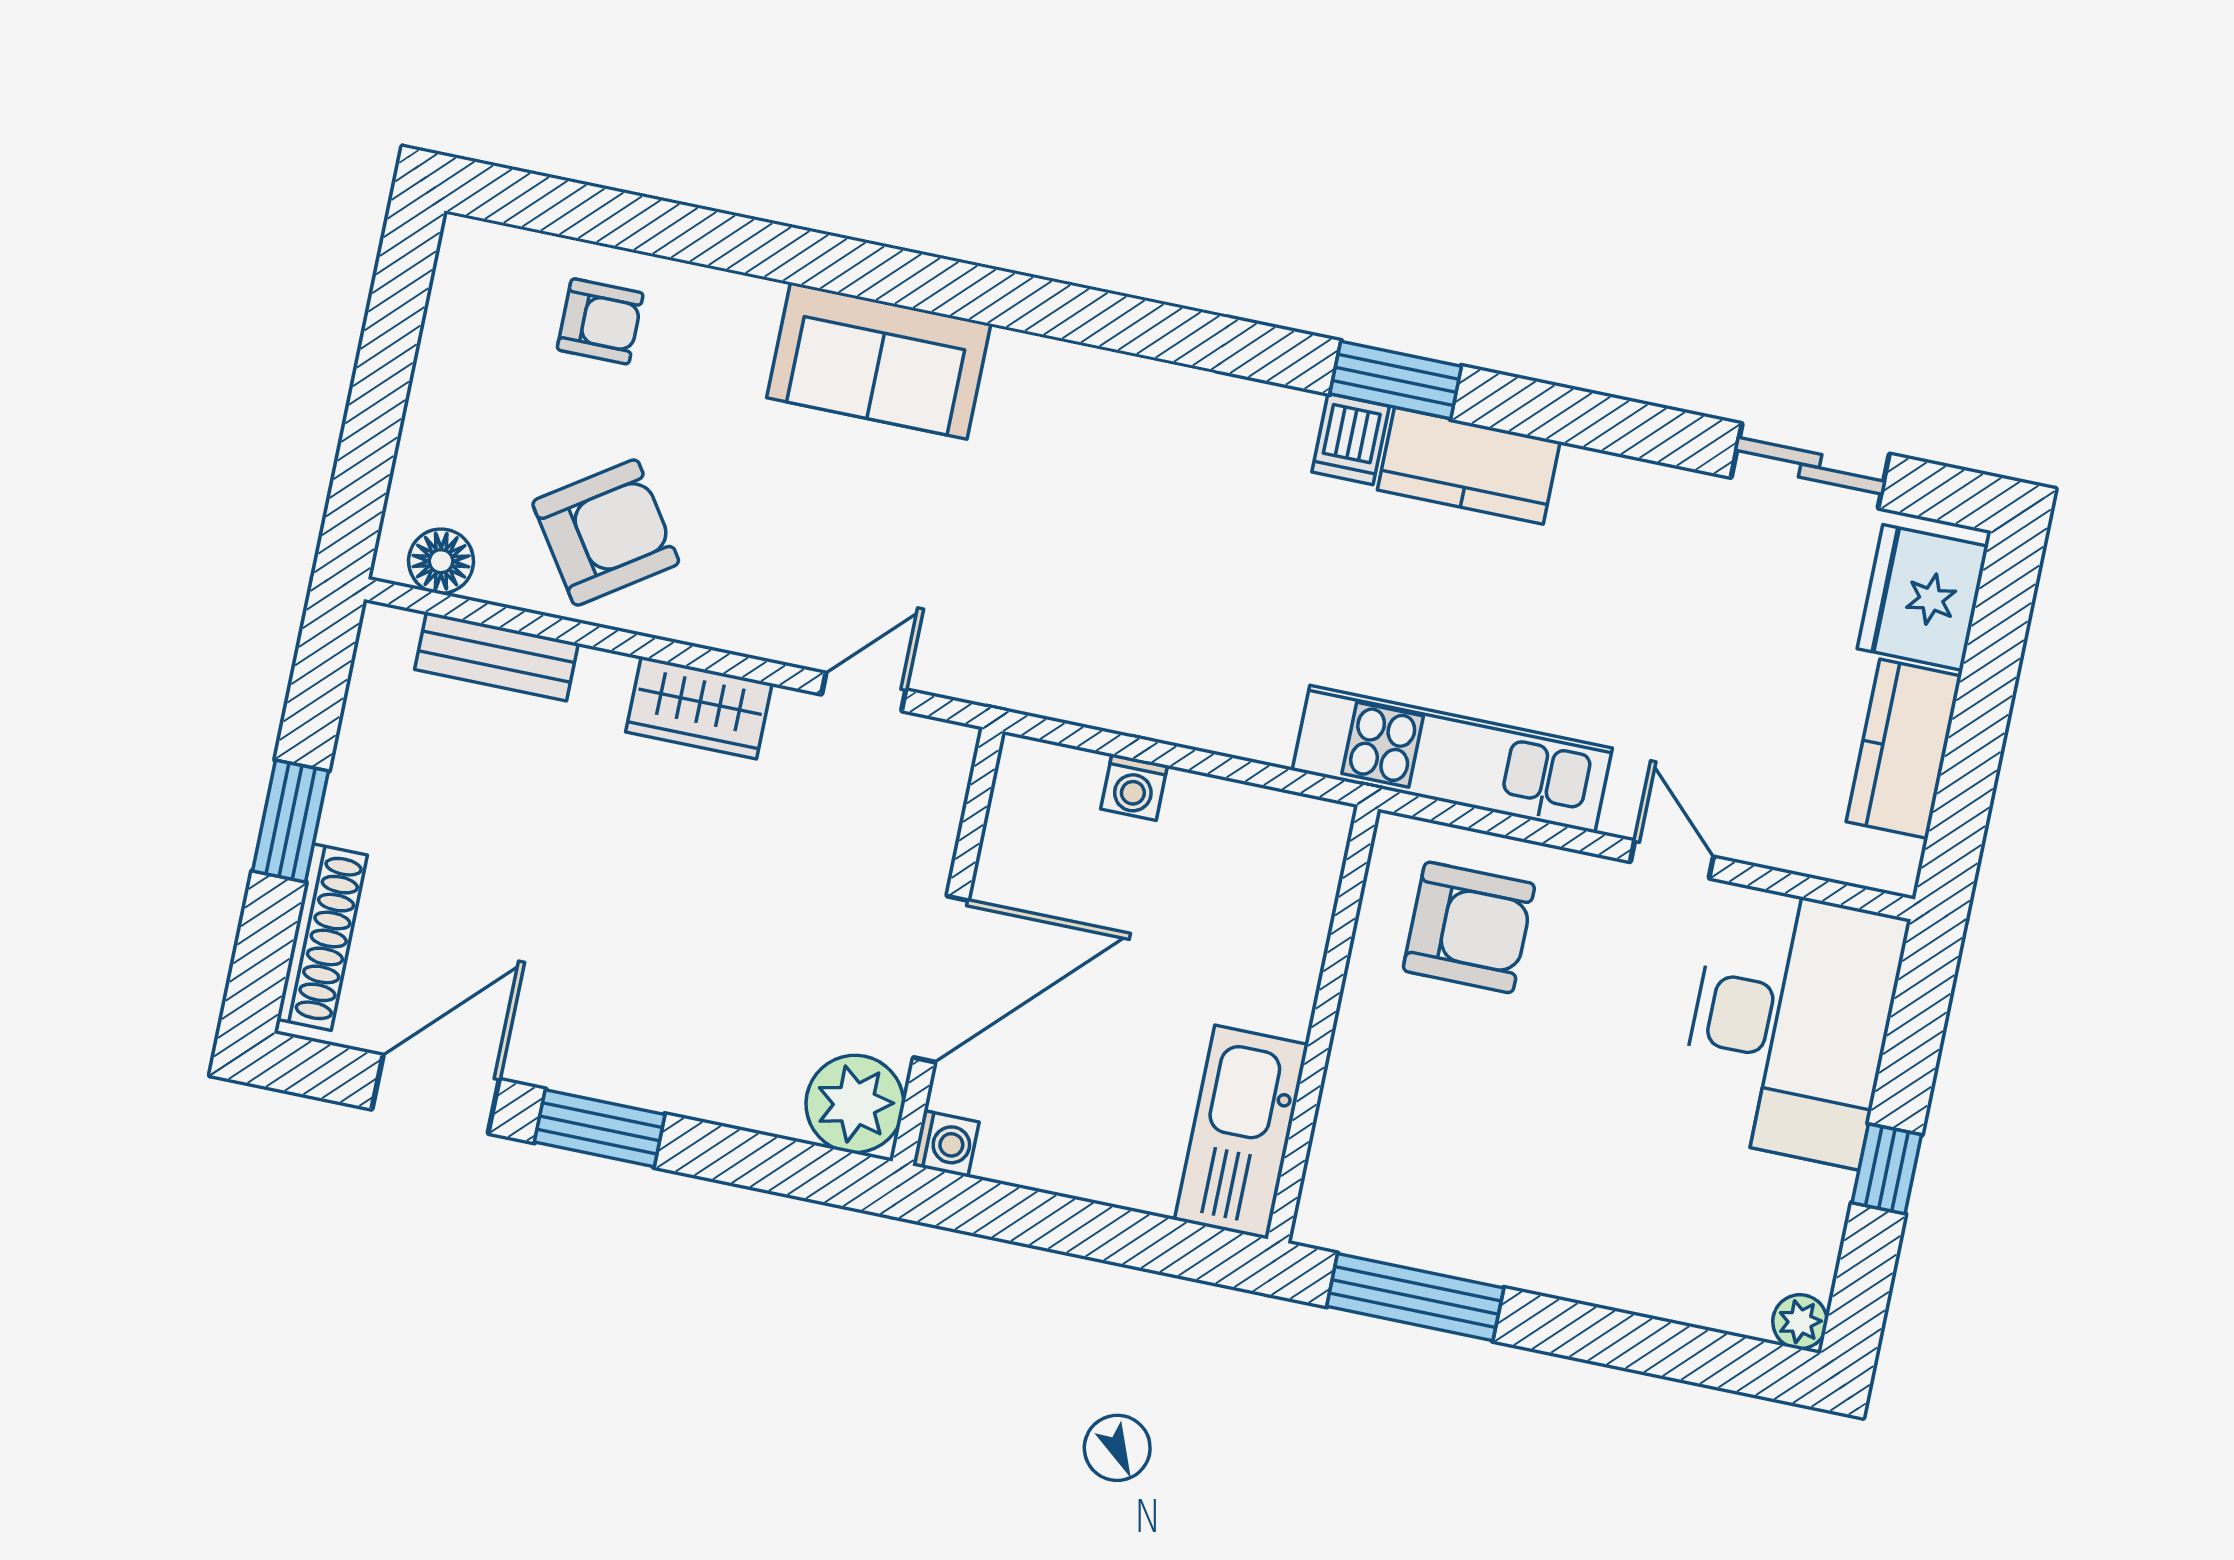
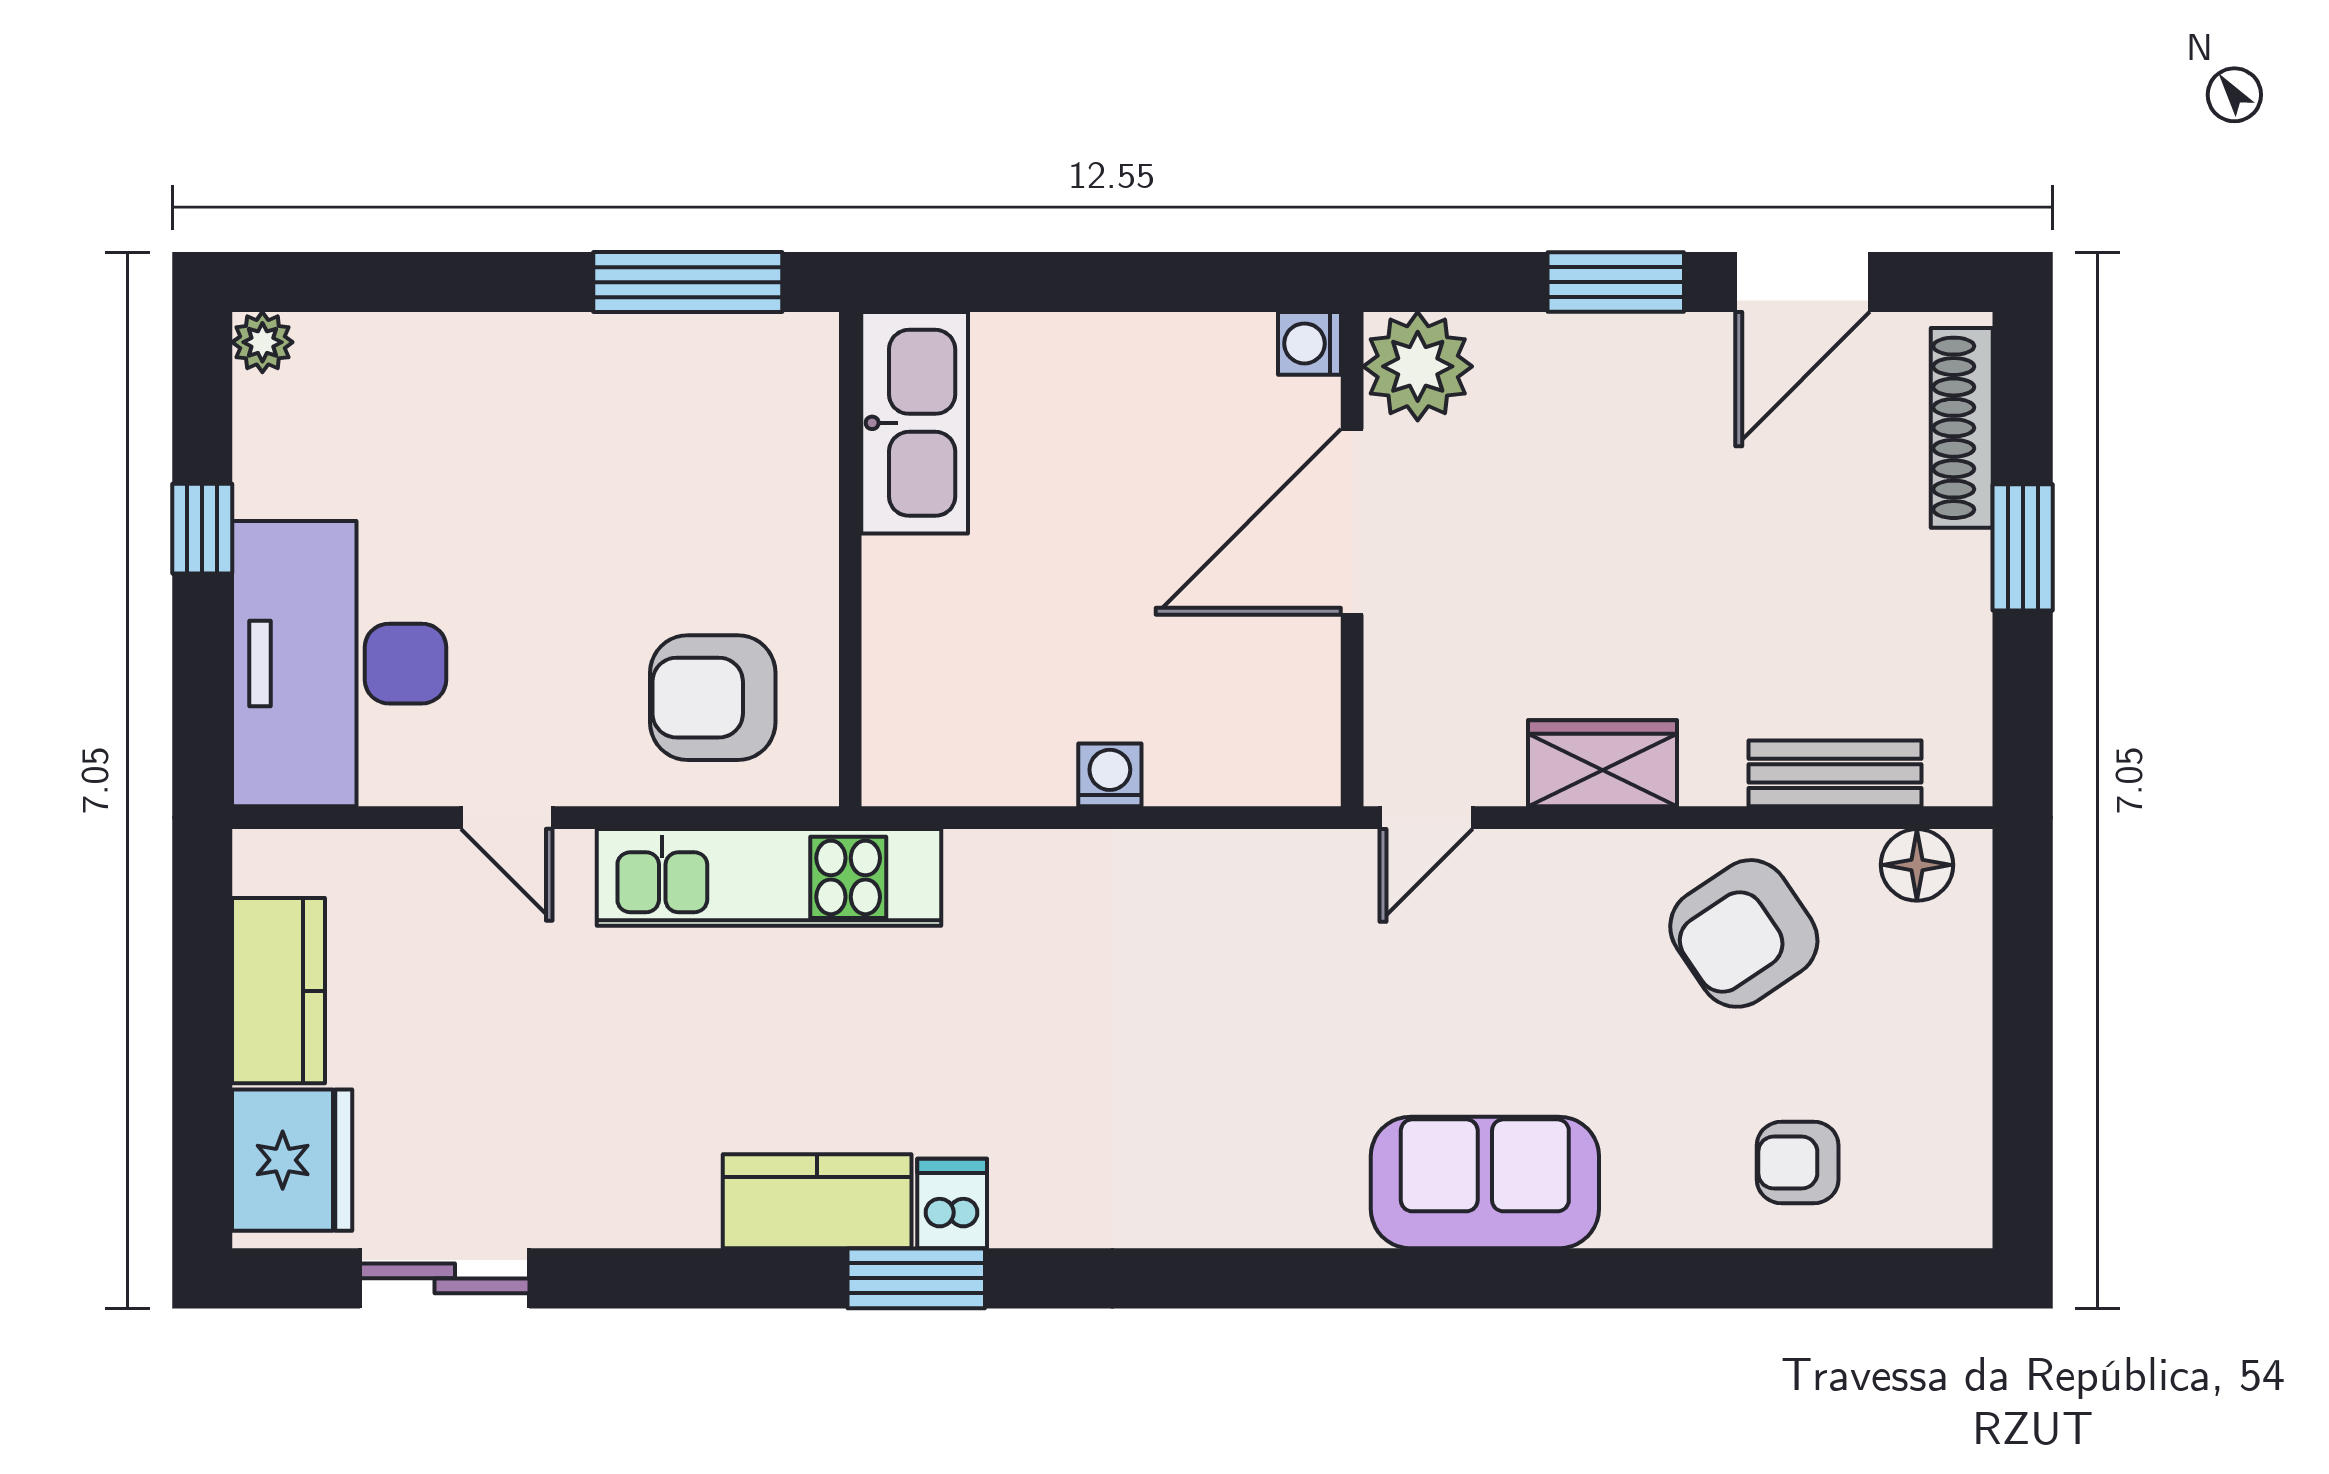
wall: (948, 946) -> (1352, 559), moved
door: (941, 979) -> (1352, 522), moved
plant: (855, 1104) -> (1418, 366), moved
washing machine: (946, 1144) -> (1310, 343), moved

